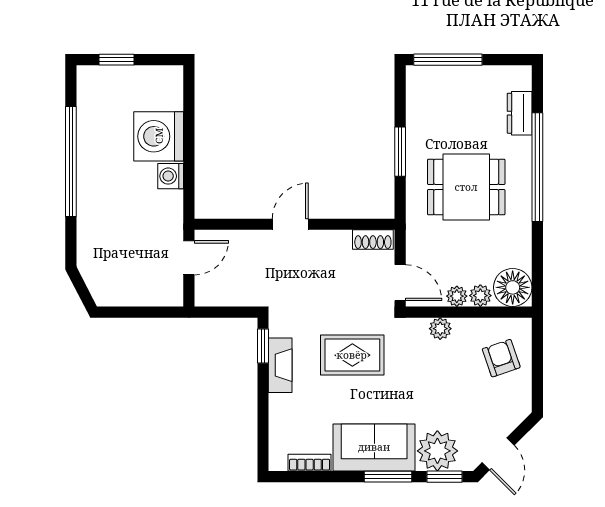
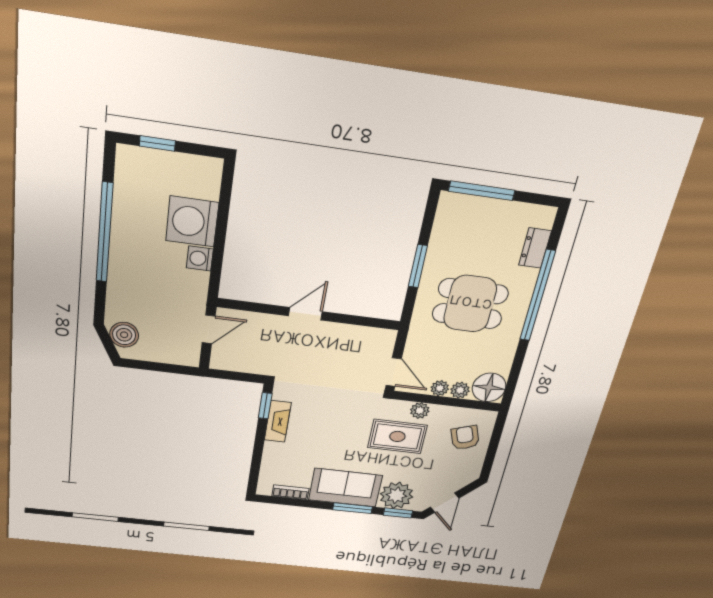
shoe rack: (373, 240) -> (377, 336), removed
boiler: (99, 277) -> (124, 335), added
rug: (352, 355) -> (397, 436), moved

